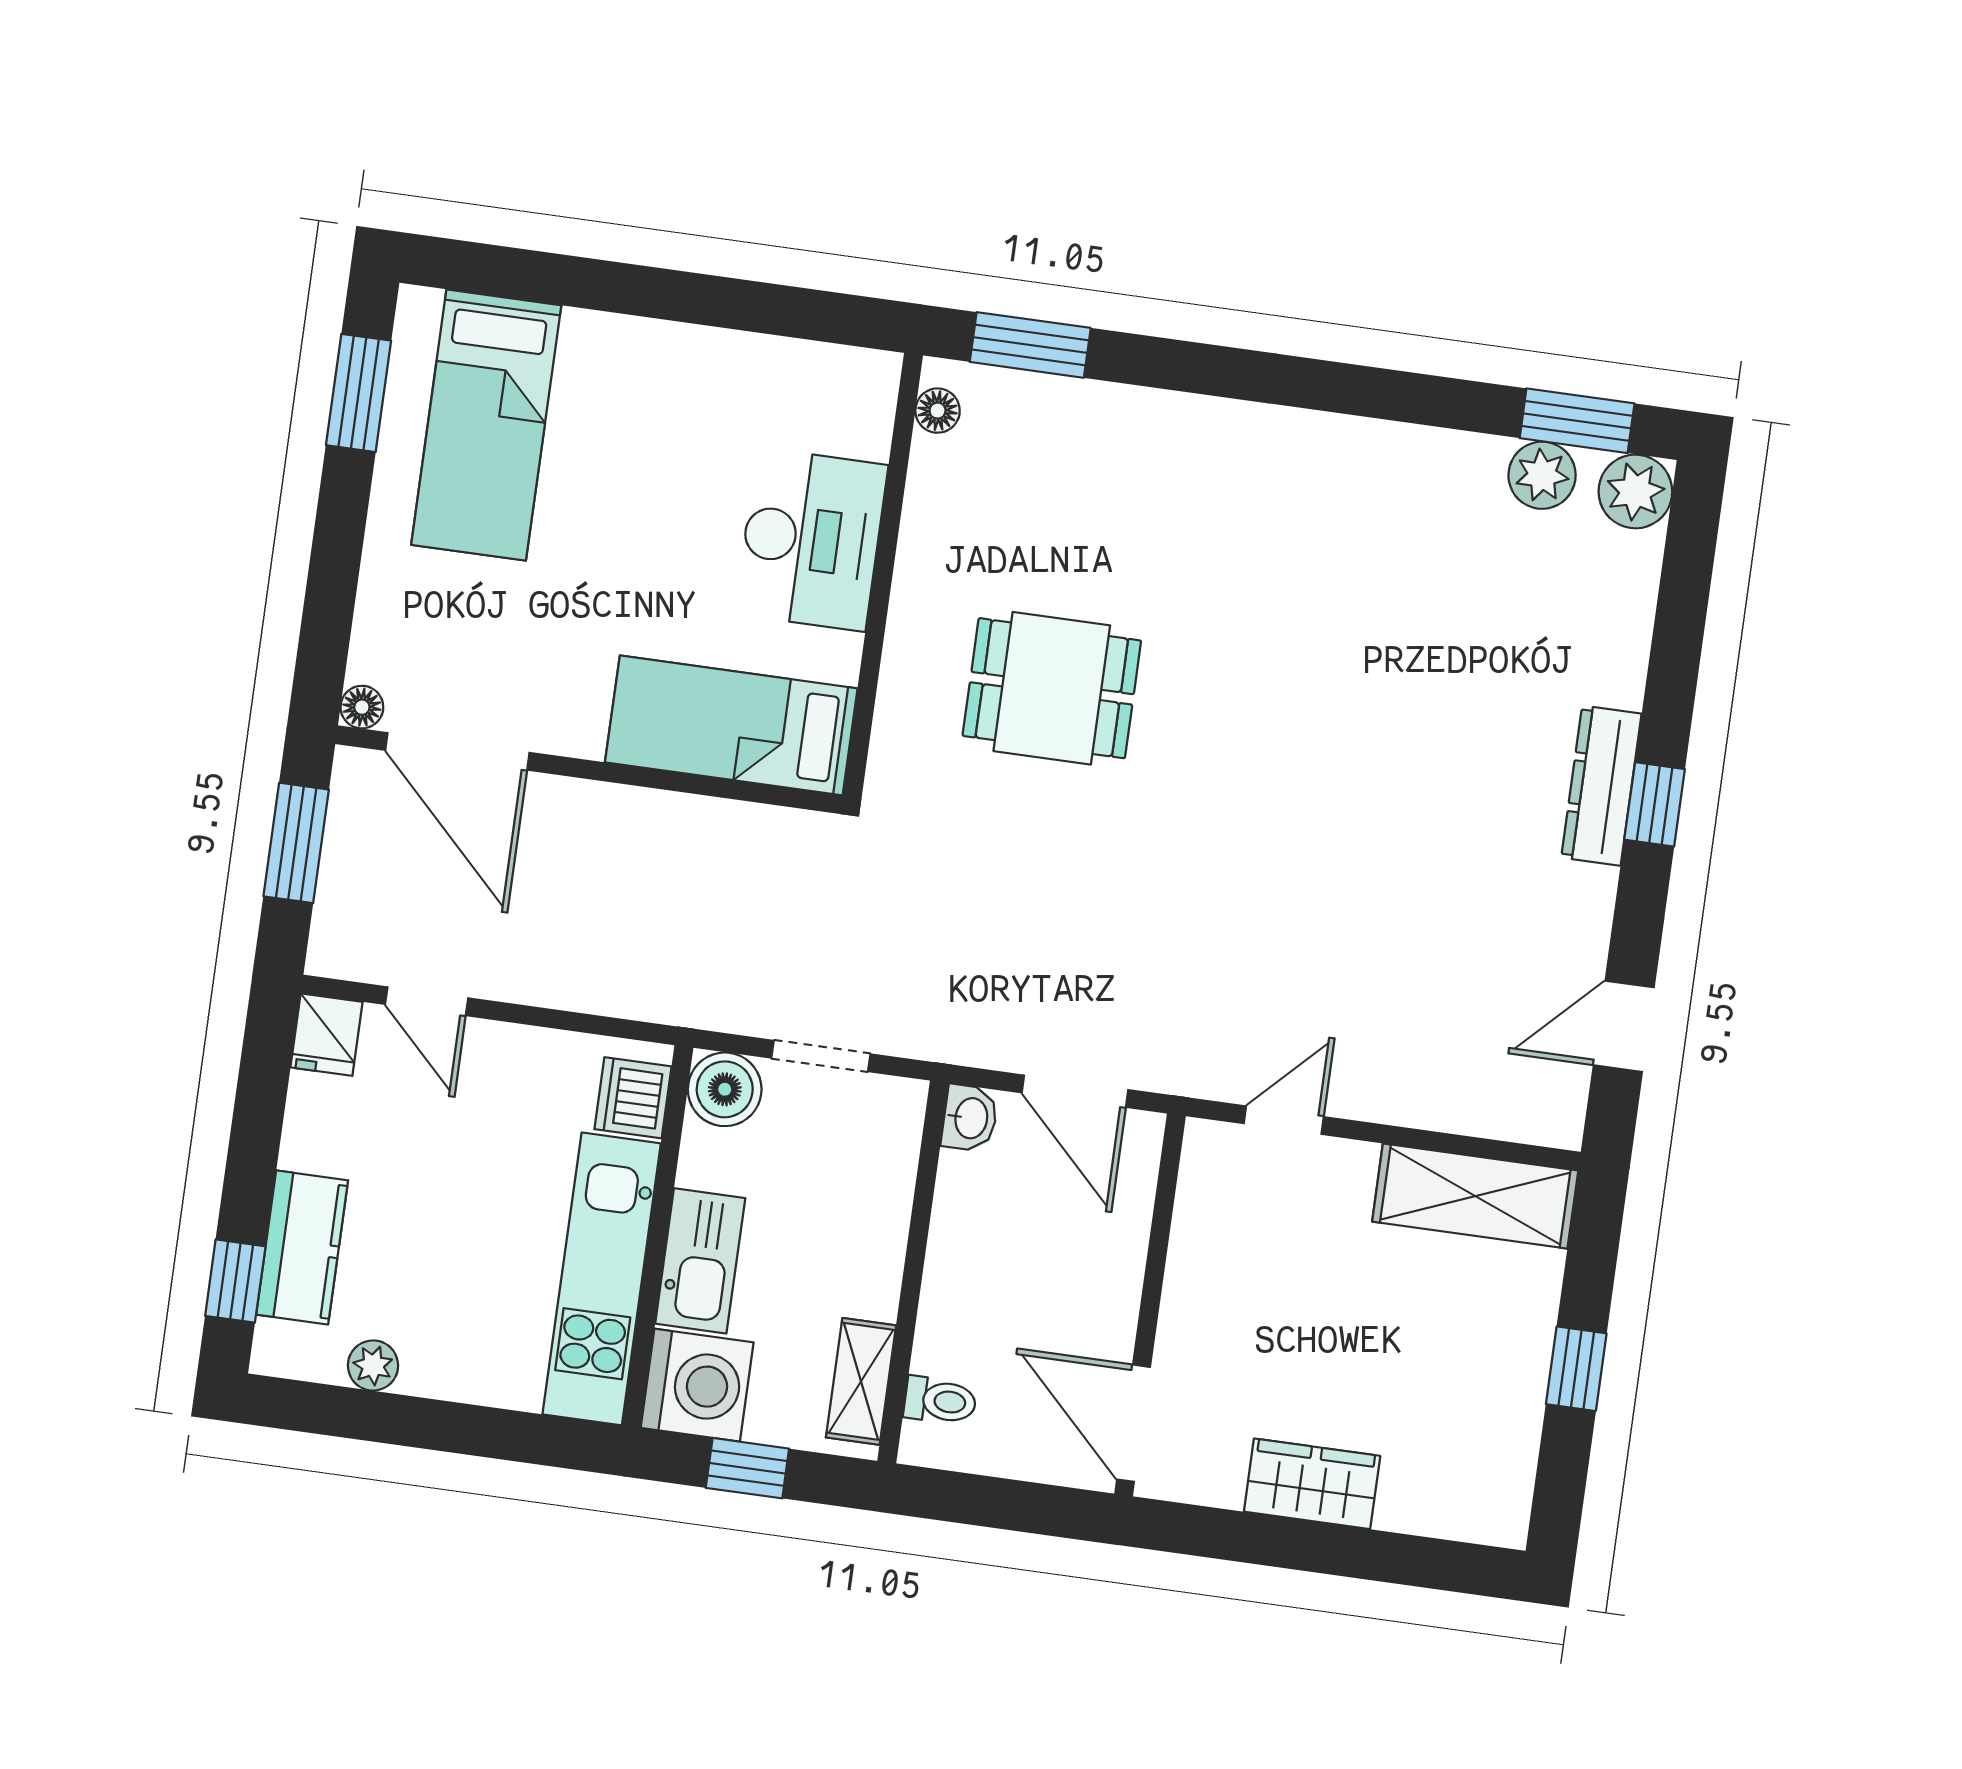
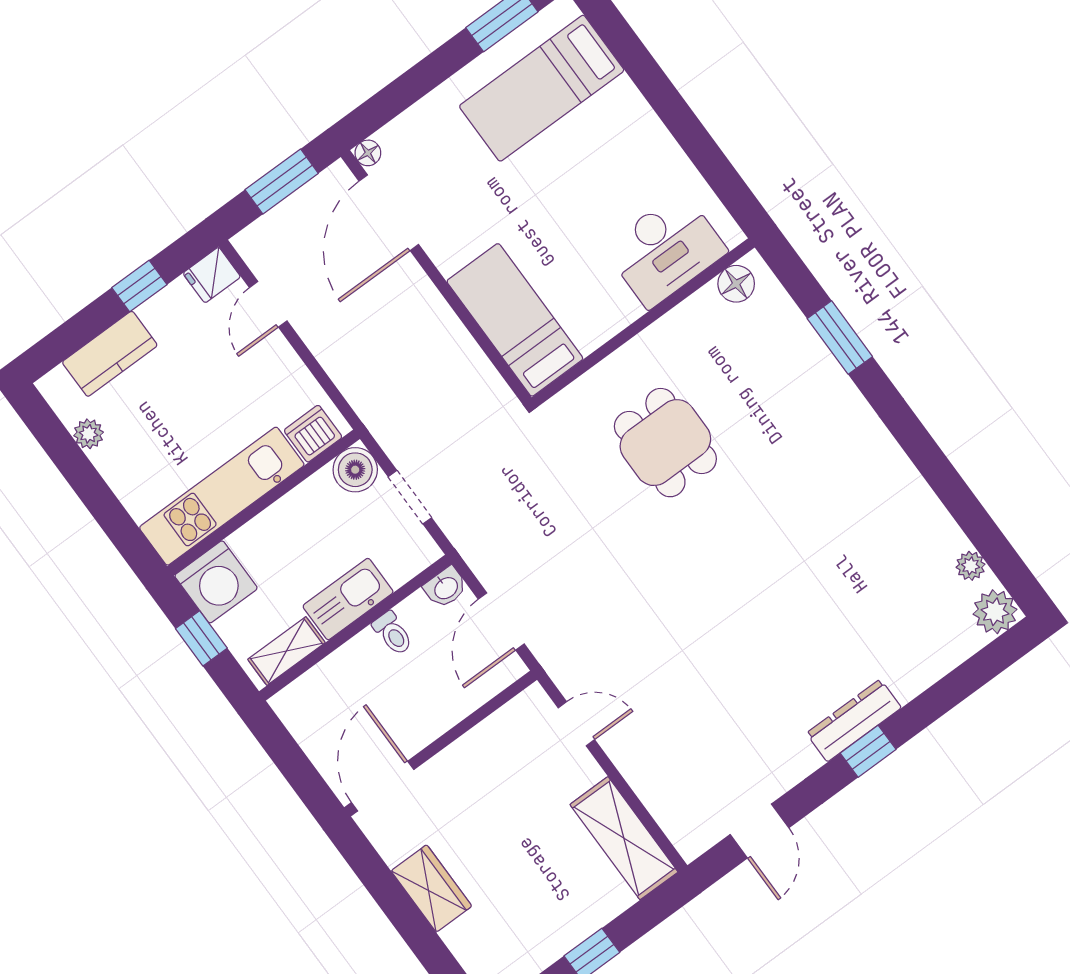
window: (1030, 345) -> (840, 338), moved
floor lamp: (938, 411) -> (736, 284), width x1.37, depth x1.37
window: (1577, 421) -> (1001, 557), removed
plant: (1542, 475) -> (971, 566), width x0.73, depth x0.73
desk: (811, 540) -> (665, 249), moved
door: (1624, 1026) -> (759, 831), swing flipped
kitchen sink: (700, 1261) -> (348, 599), moved, turned 180
window: (235, 1281) -> (139, 286), moved
toilet: (940, 1401) -> (393, 633), moved

